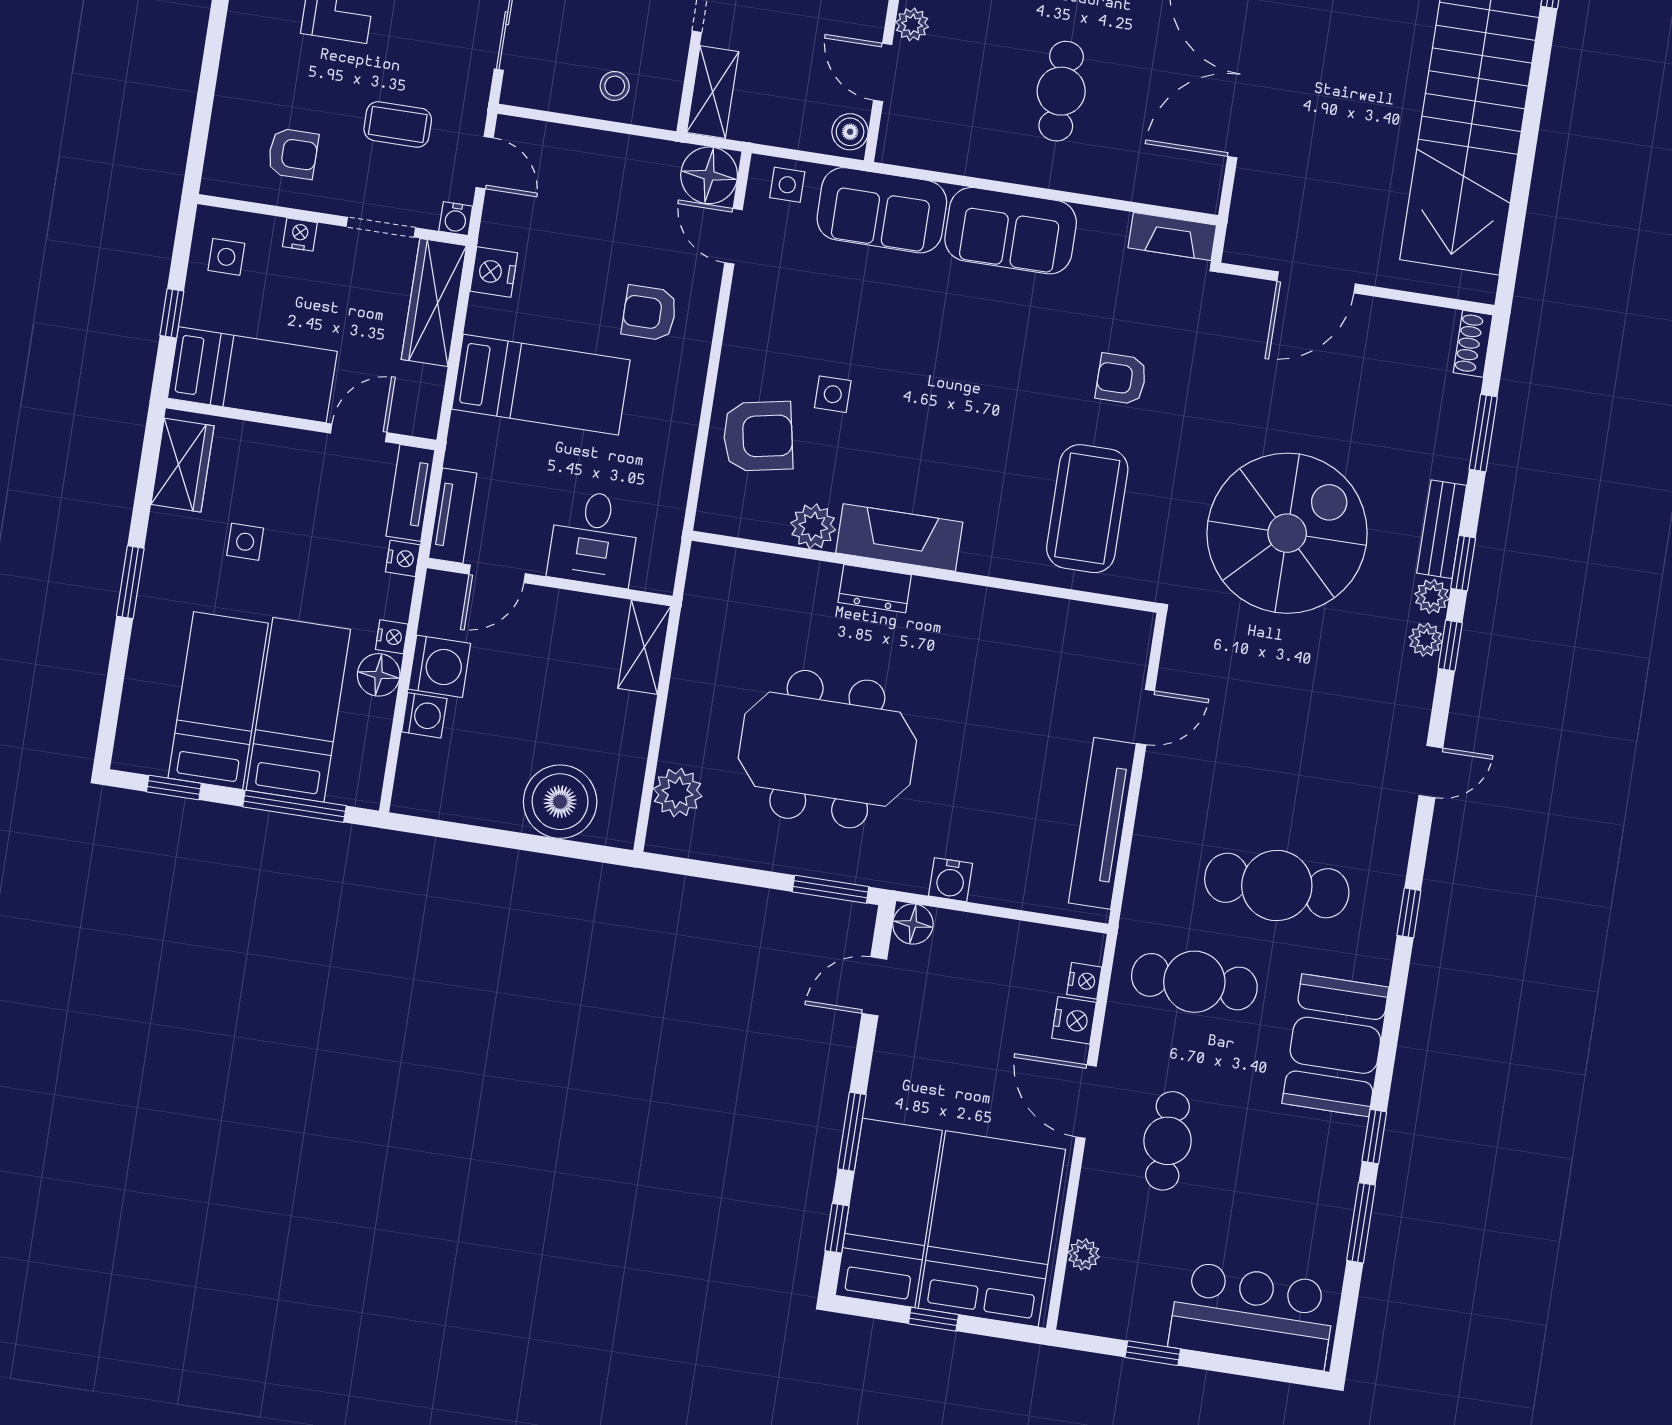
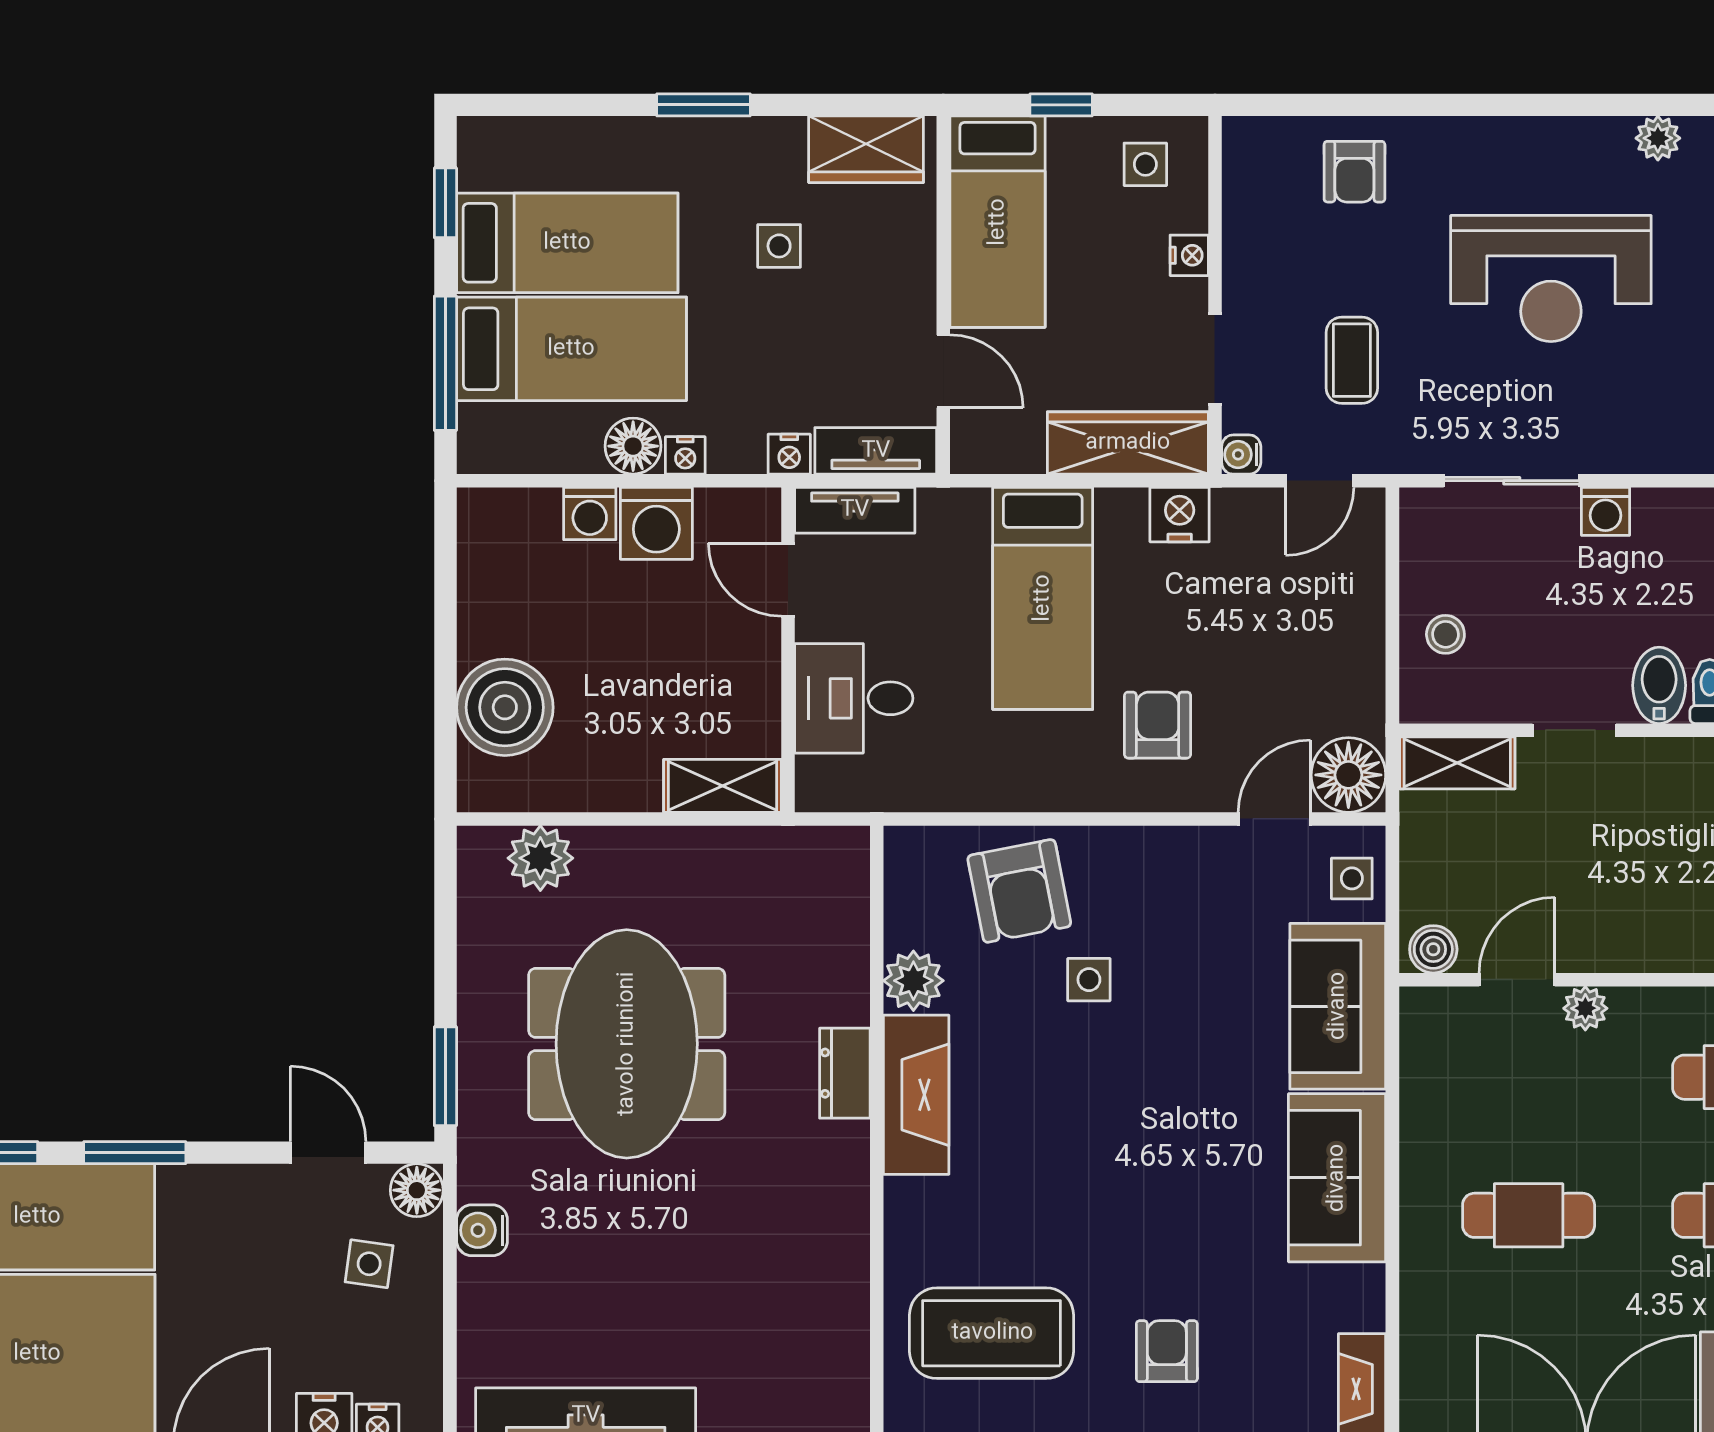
armchair: (293, 154) -> (1354, 172), moved
side table: (963, 968) -> (369, 1264), added

